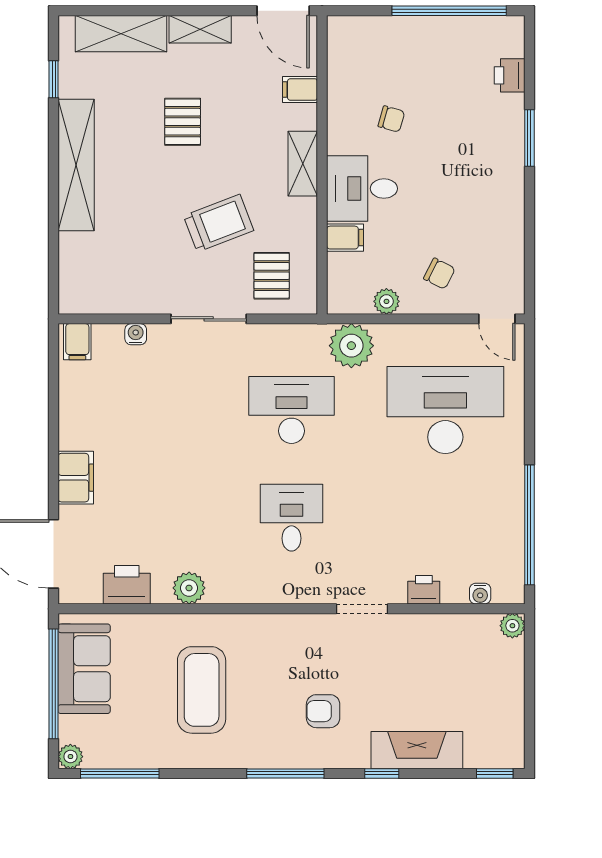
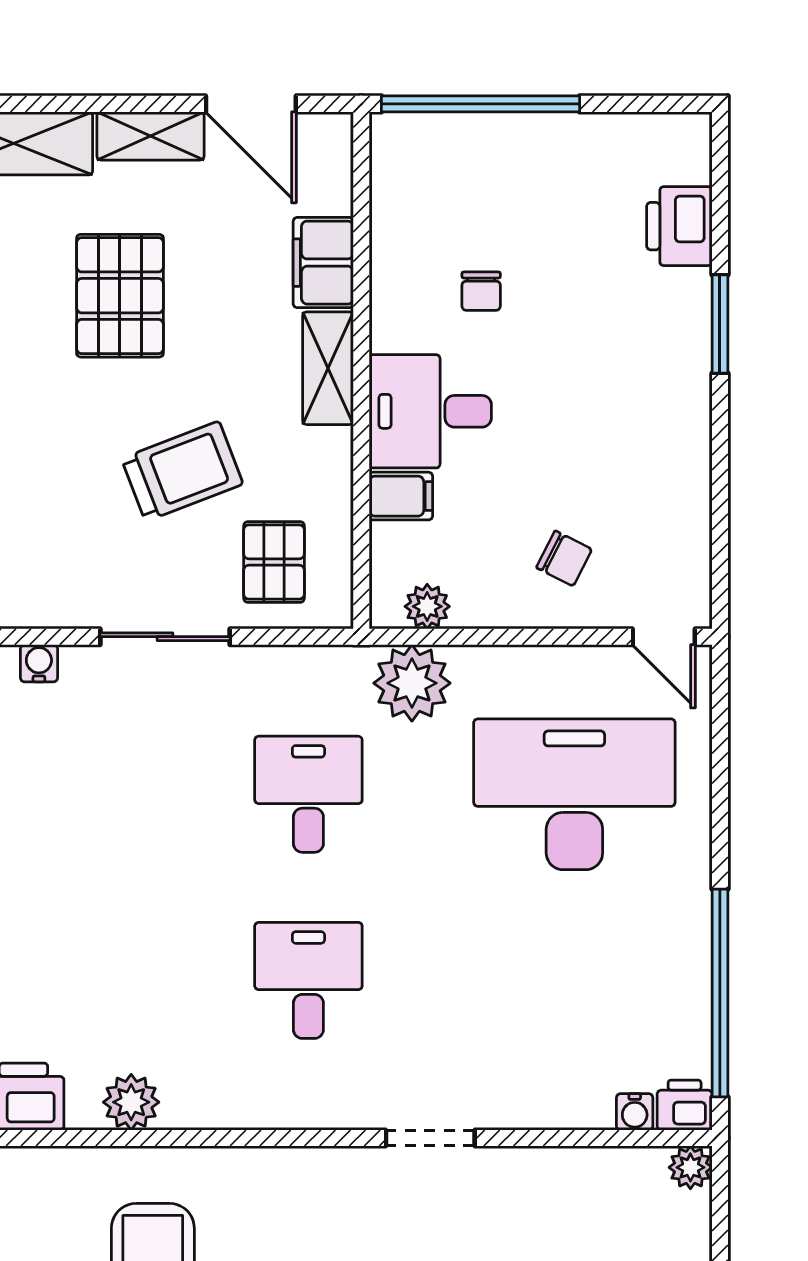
door: (283, 11) -> (251, 104), moved
window: (449, 11) -> (481, 104), moved
printer: (510, 75) -> (679, 226), width x1.36, depth x1.24
filing cabinet: (300, 89) -> (323, 263), width x2.00
chair: (391, 119) -> (481, 291), turned 74
pallet: (183, 122) -> (120, 296), width x1.50, depth x1.42
plant: (386, 301) -> (427, 606), moved
desk: (292, 410) -> (308, 794), width x0.73
printer: (424, 590) -> (685, 1105), moved

